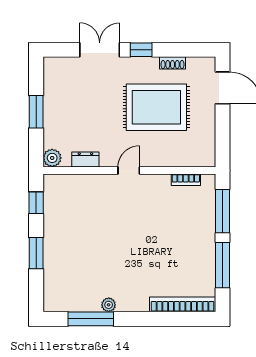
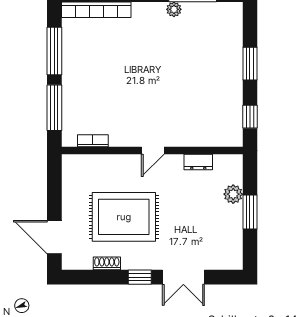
plant: (52, 158) -> (233, 194), moved

